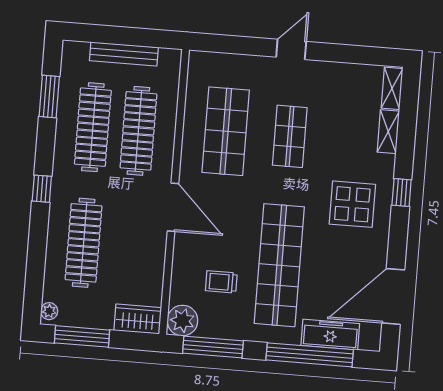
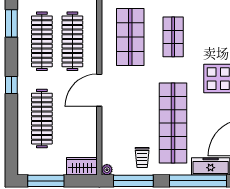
door: (173, 207) -> (99, 90), swing flipped
trolley: (221, 282) -> (142, 158), moved, turned -90
plant: (49, 311) -> (23, 166), removed
plant: (182, 321) -> (107, 170), width x0.53, depth x0.53

